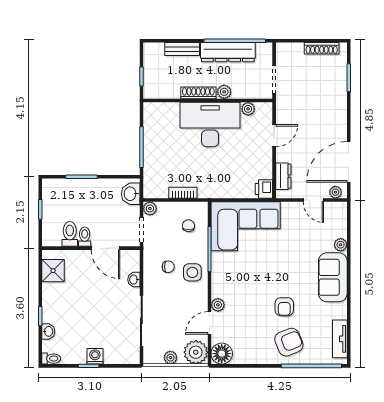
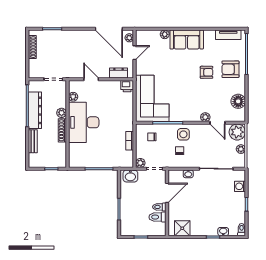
armchair: (289, 342) -> (230, 69), turned -68
floor lamp: (222, 354) -> (238, 101), moved
washing machine: (95, 356) -> (240, 186), moved

